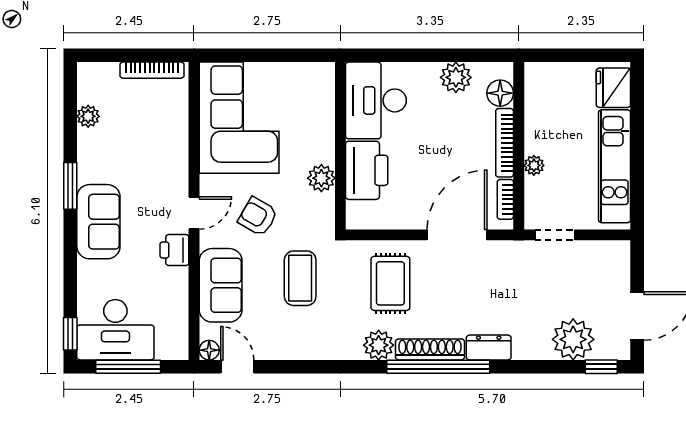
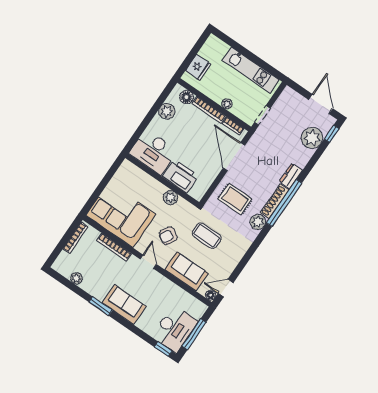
fridge: (613, 88) -> (198, 67), moved, turned -90
bookcase: (180, 142) -> (114, 247), added
printer: (174, 250) -> (158, 281), removed

